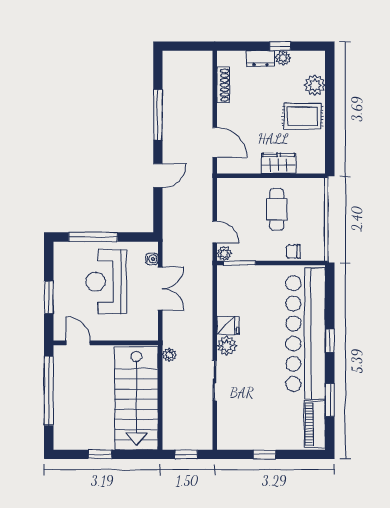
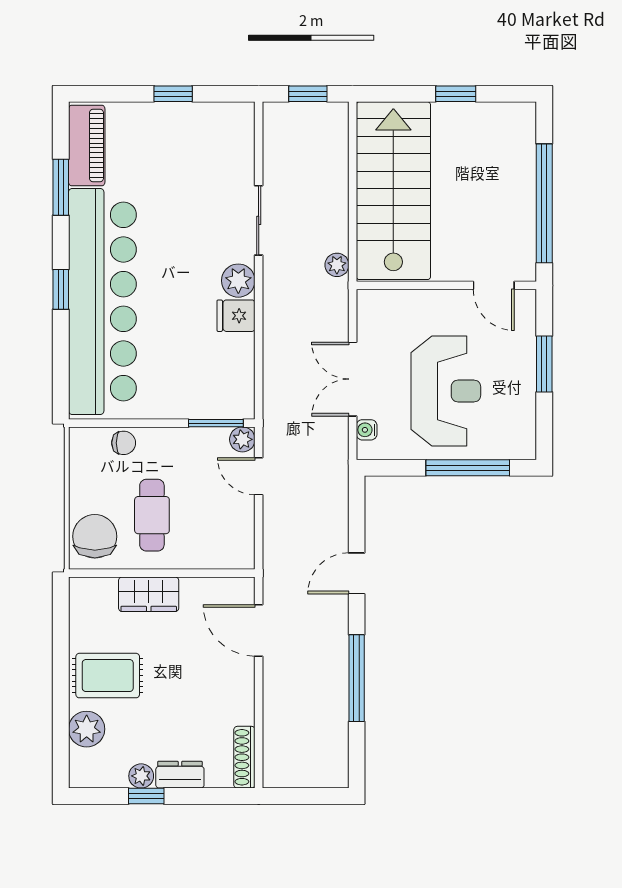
shoe rack: (223, 85) -> (244, 757), moved
chair: (310, 197) -> (95, 536), added

